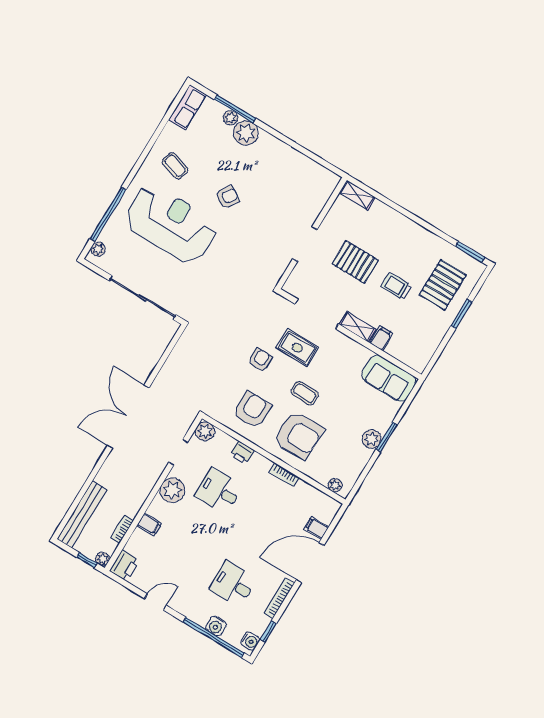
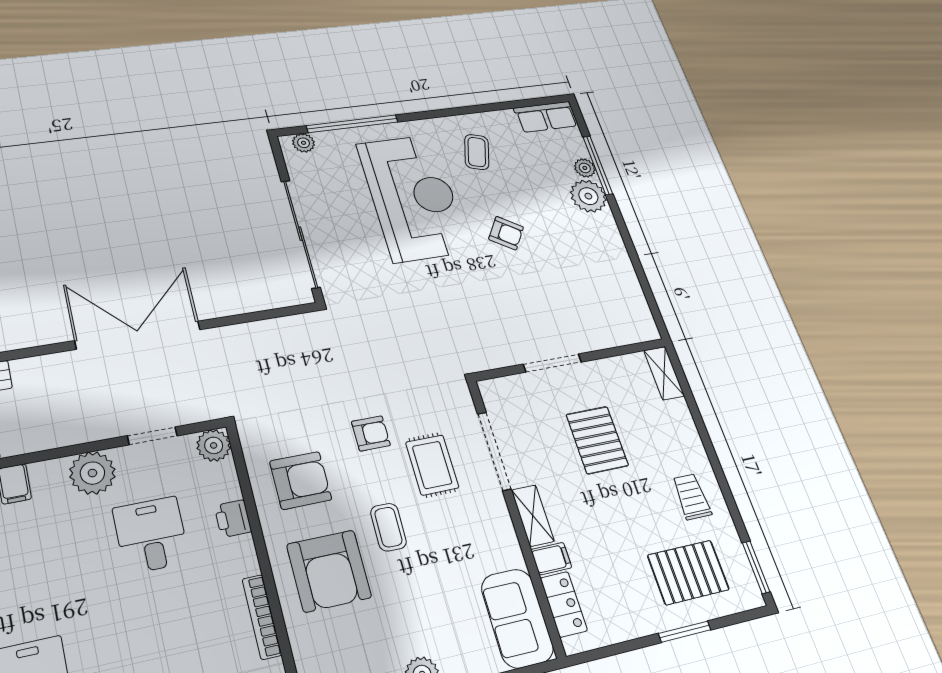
trolley: (396, 286) -> (692, 497), moved
locker: (403, 353) -> (564, 604), added
bookcase: (284, 475) -> (262, 617), width x1.56

